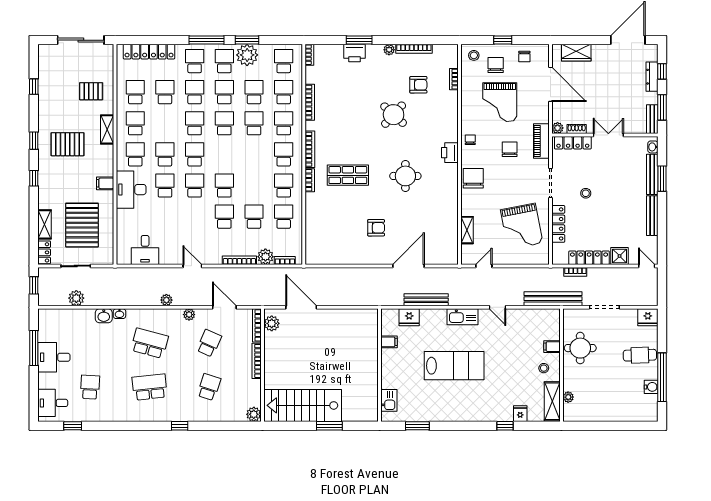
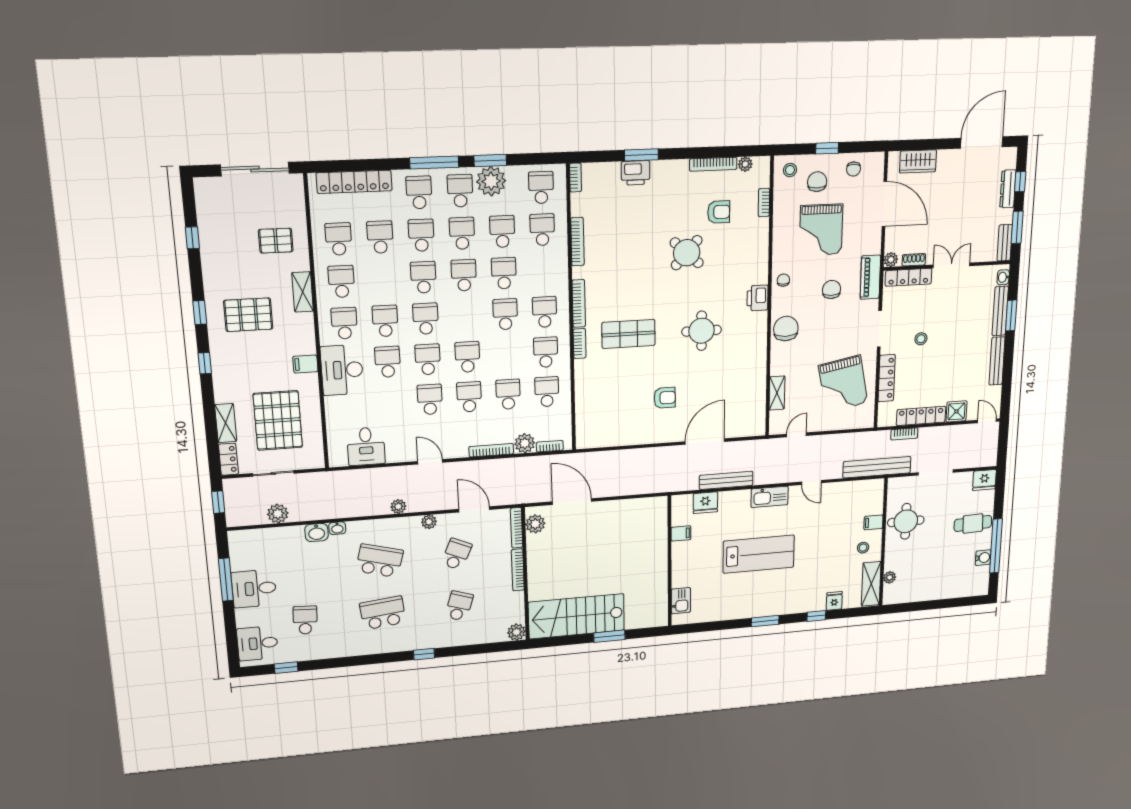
plant: (389, 50) -> (745, 164), moved
school desk: (284, 123) -> (505, 314), moved
school desk: (195, 217) -> (430, 399), added
window: (417, 426) -> (765, 621), moved

